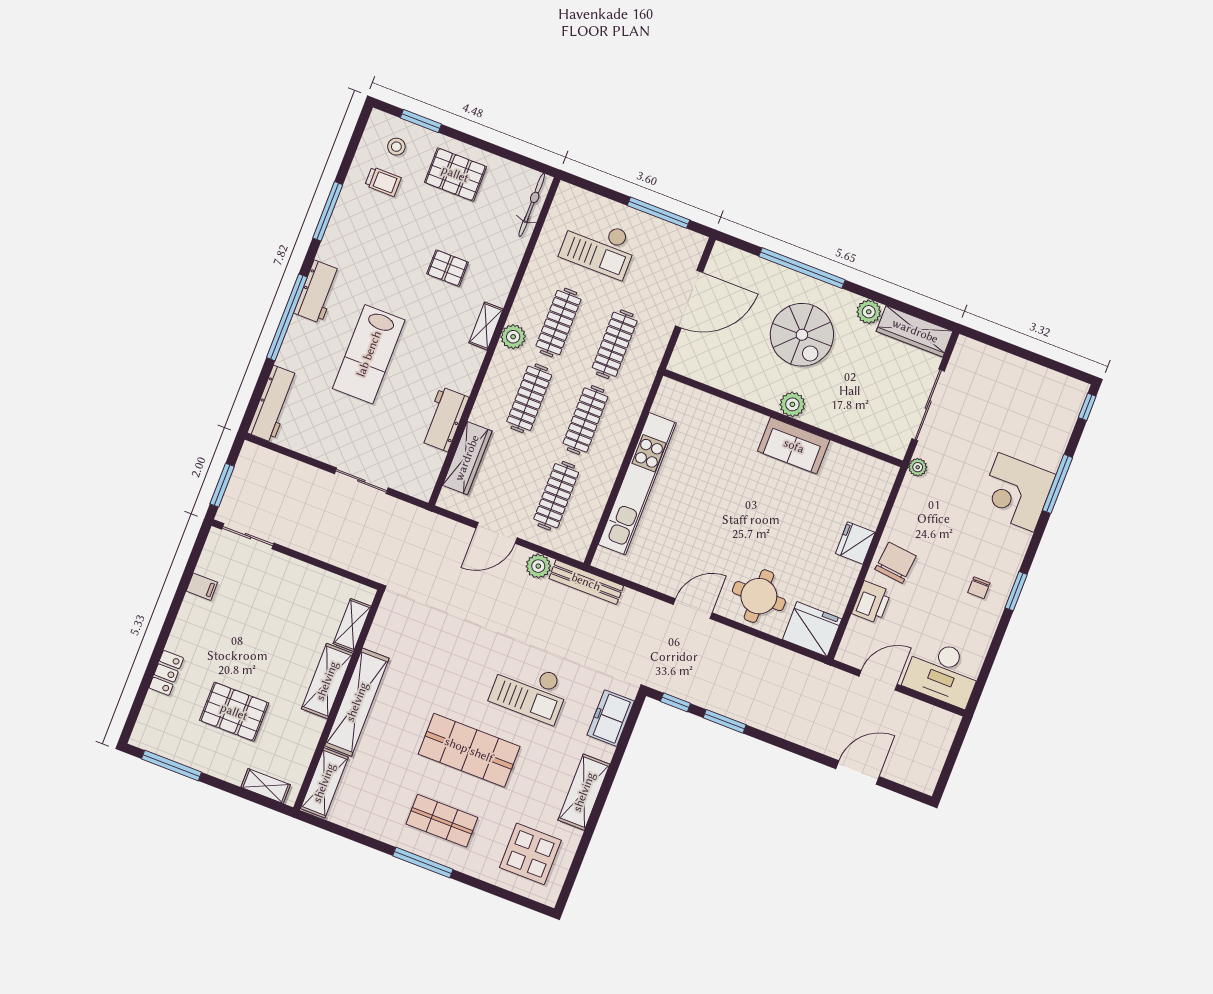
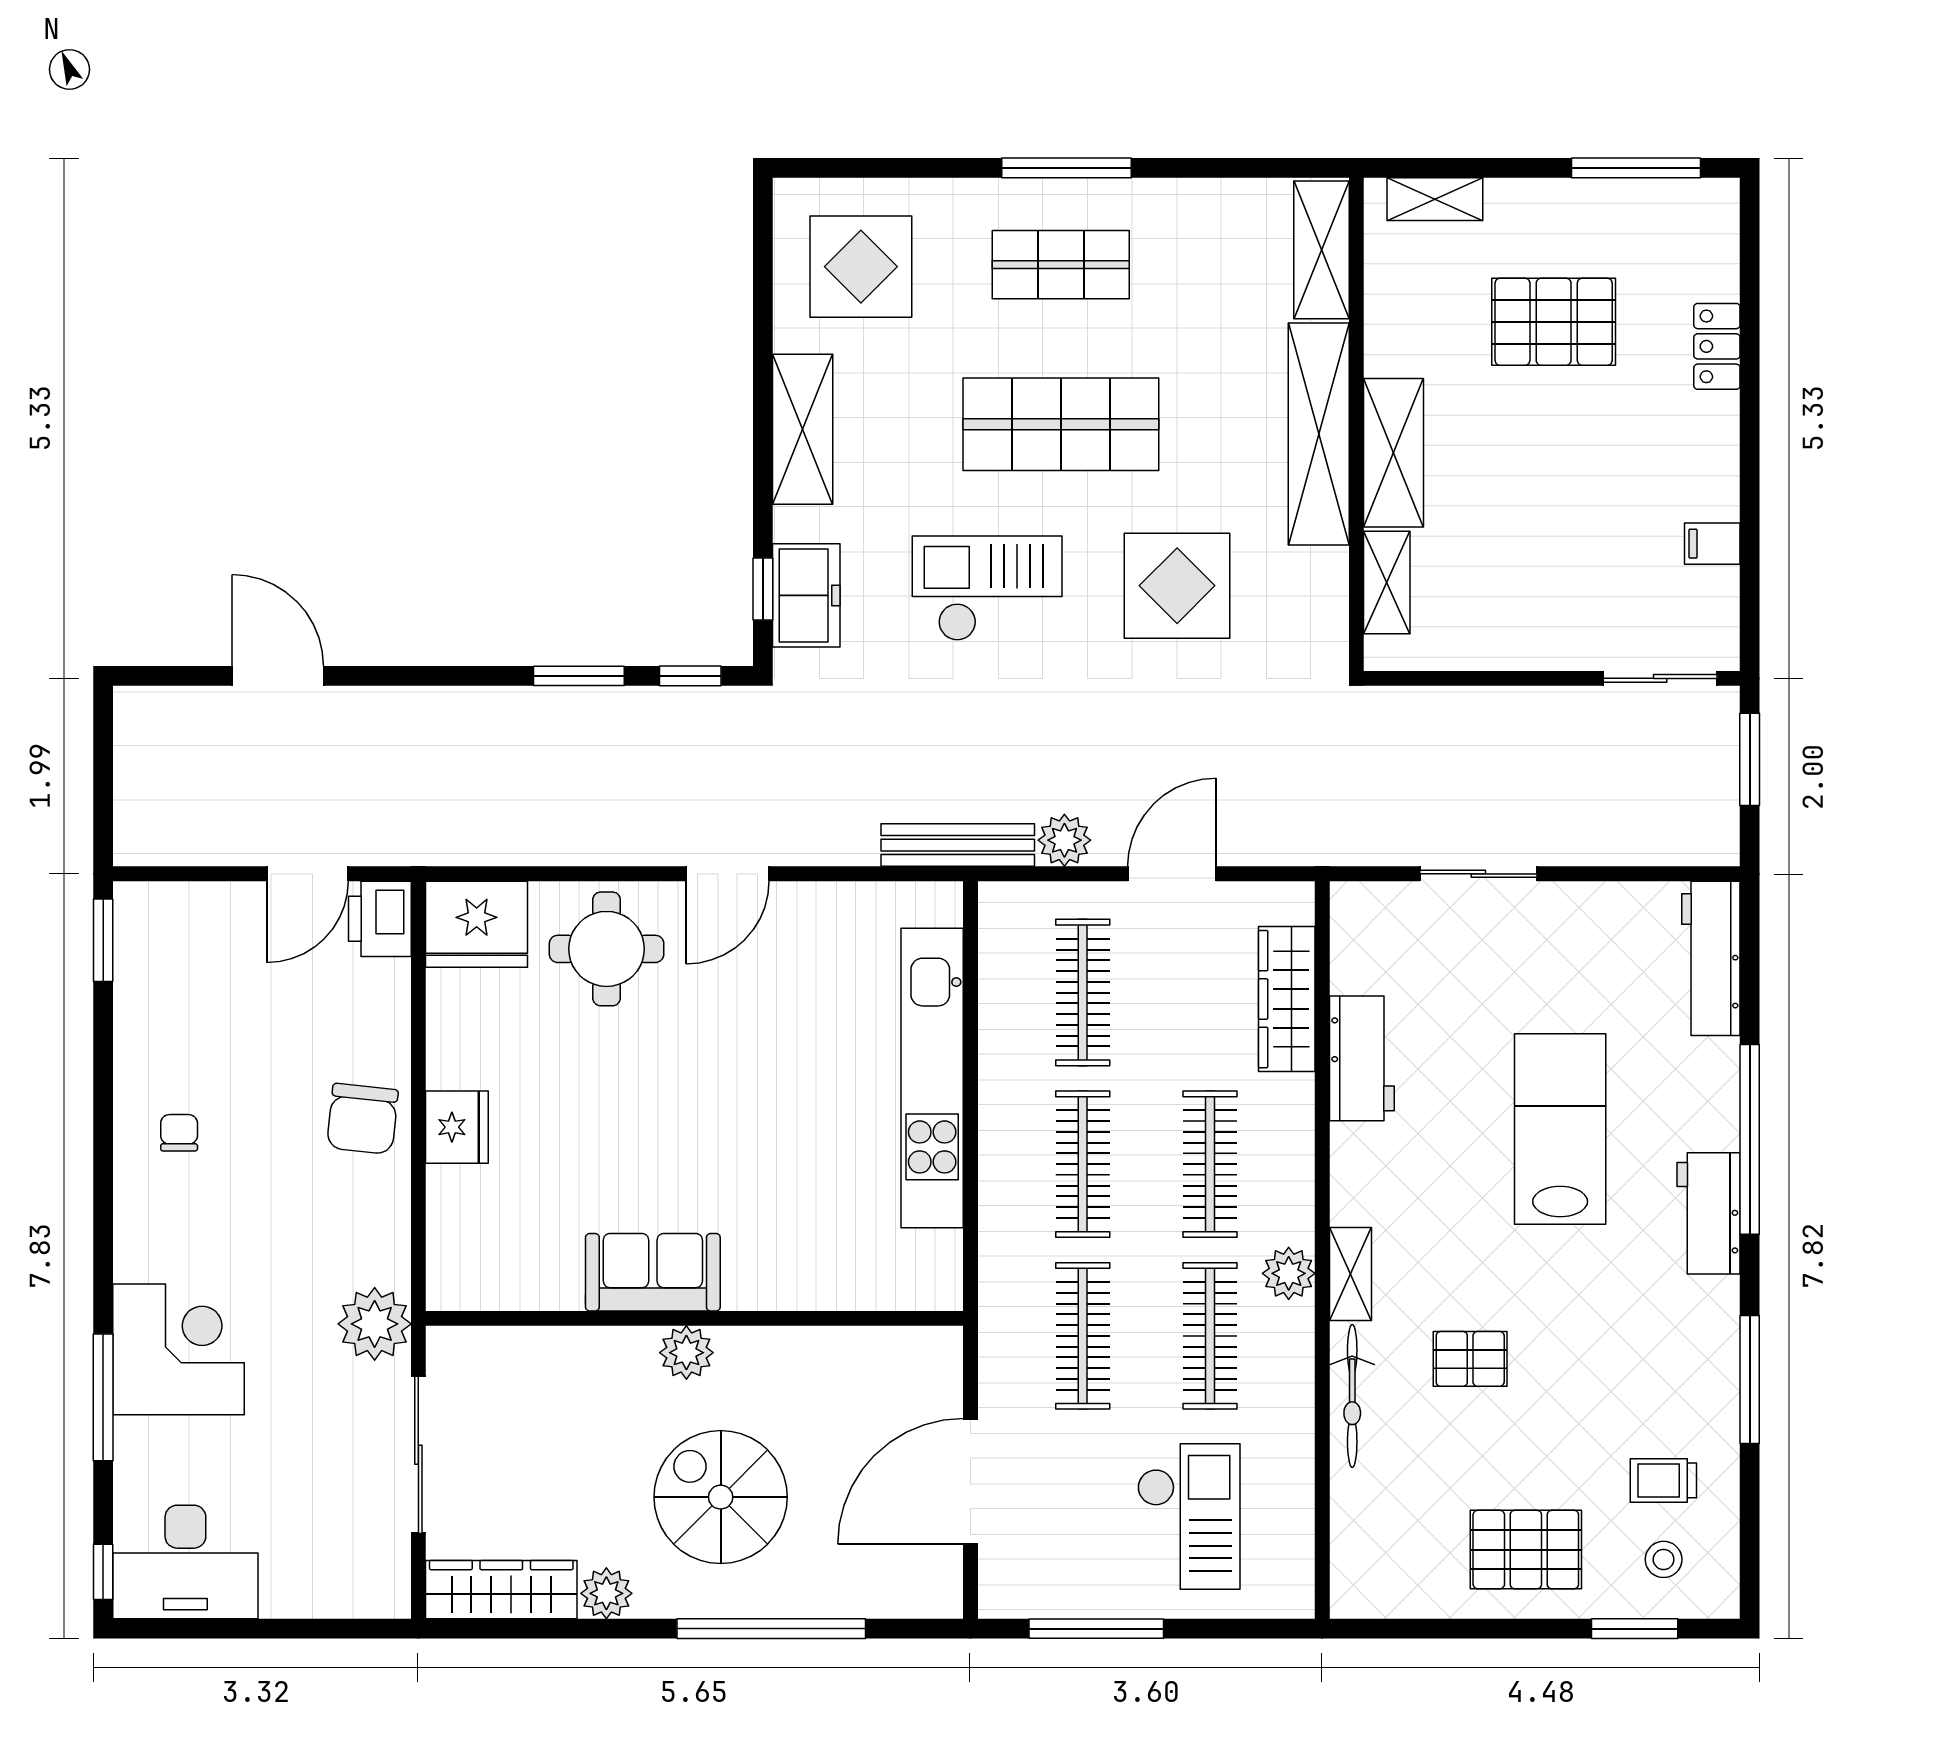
bicycle: (532, 205) -> (1352, 1396), moved
checkout: (599, 246) -> (1189, 1517), turned 90
plant: (918, 467) -> (375, 1324), width x1.88, depth x1.88
window: (1016, 591) -> (103, 940), moved
printer: (871, 602) -> (380, 919), moved
display table: (445, 659) -> (1177, 586), added
desk: (943, 673) -> (185, 1562), moved, turned 180
window: (629, 728) -> (763, 589), added
door: (858, 773) -> (278, 676), swing flipped

